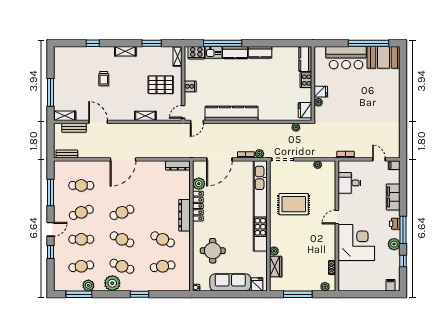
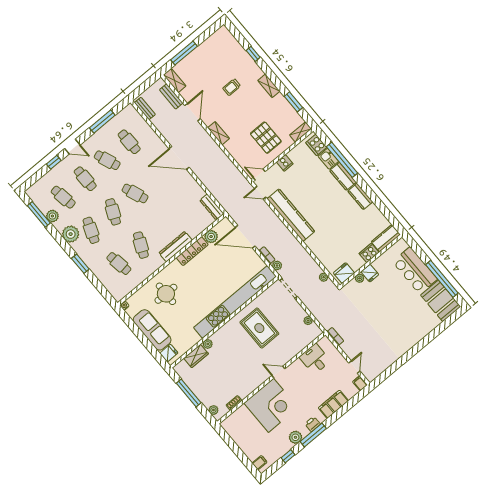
shelving: (145, 116) -> (219, 133), moved

